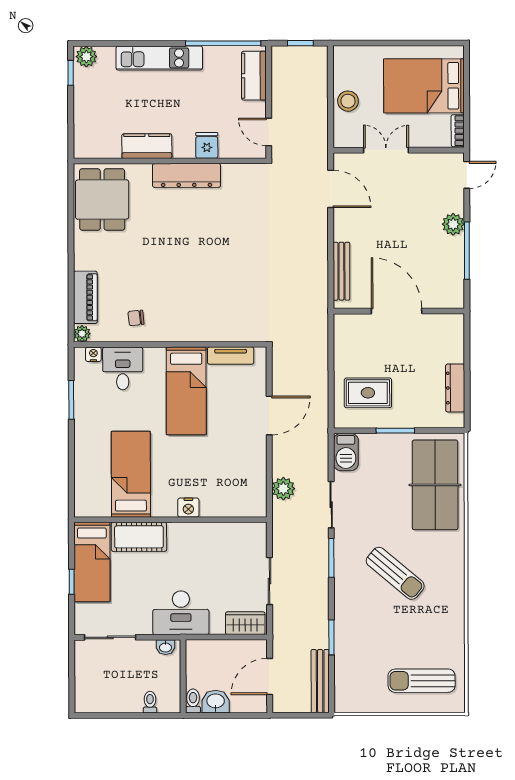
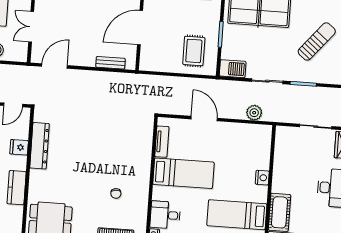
dresser: (187, 175) -> (40, 146), moved
bench: (341, 271) -> (110, 63), width x0.73
chair: (136, 318) -> (116, 193), moved

